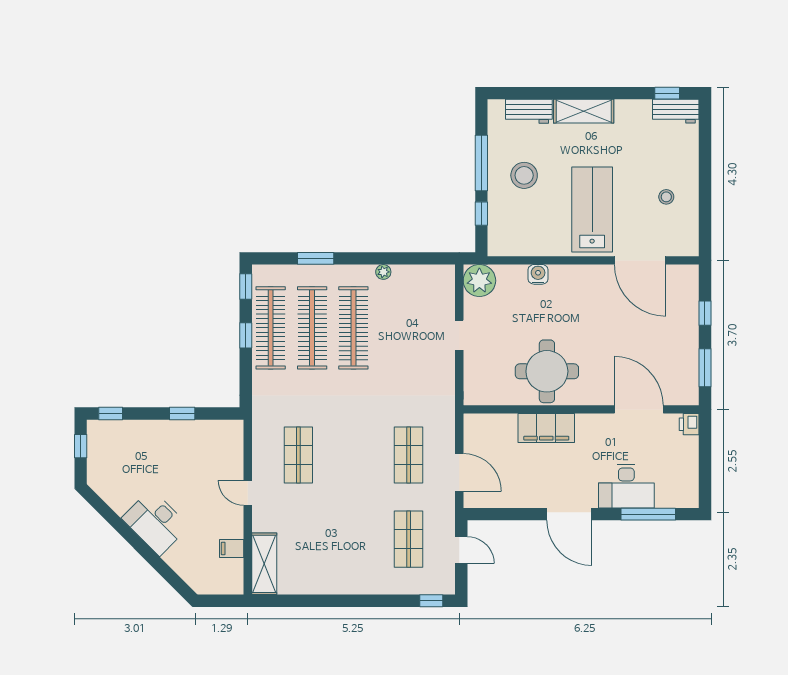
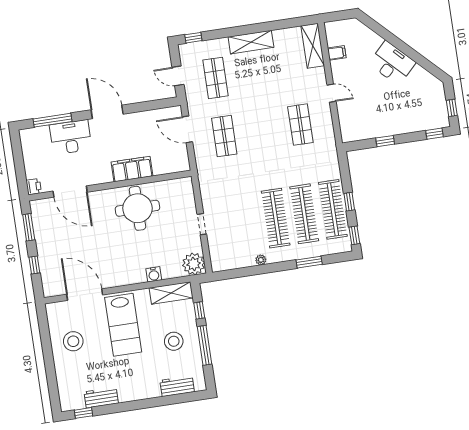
shelving: (584, 111) -> (171, 293), moved
workbench: (676, 111) -> (101, 398), moved
stool: (666, 197) -> (73, 341), width x1.89, depth x1.89
shelving: (351, 582) -> (251, 42), added

